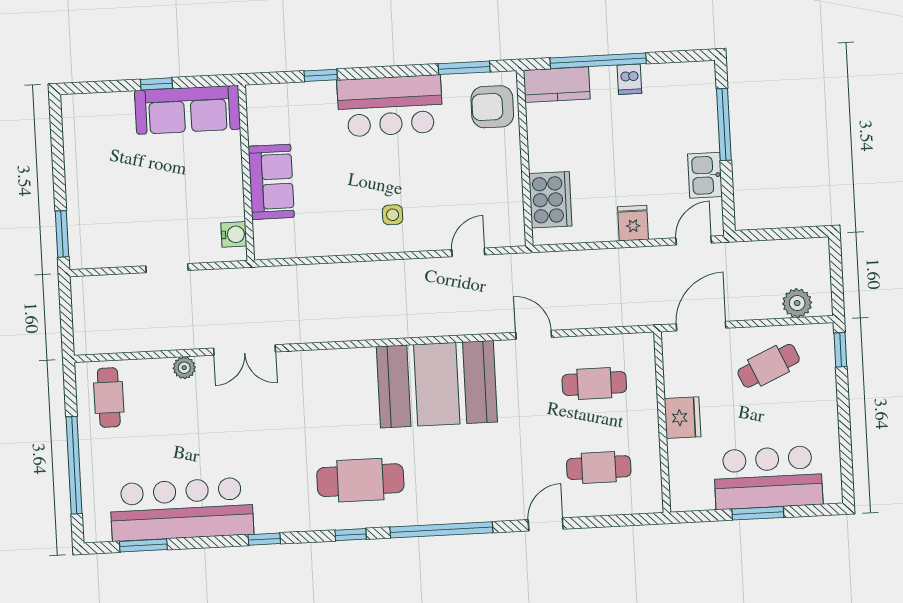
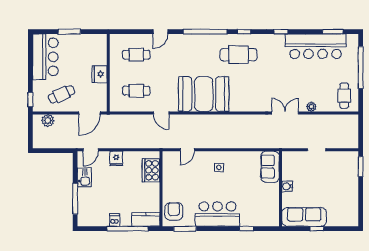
armchair: (492, 107) -> (174, 211), turned -90
sofa: (271, 182) -> (270, 167), moved
water cooler: (234, 234) -> (287, 186), moved
bar counter: (768, 478) -> (45, 57), moved, turned -90

